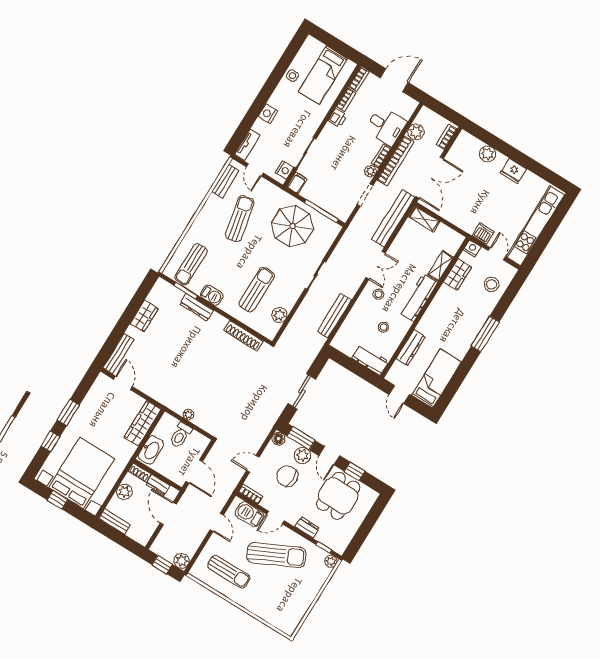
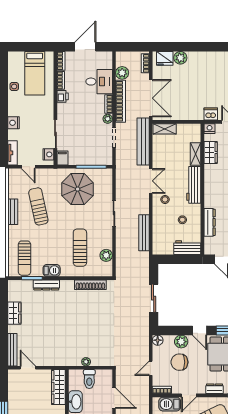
fridge: (513, 171) -> (165, 58), moved
bench: (225, 181) -> (13, 212), moved
window: (301, 438) -> (173, 330), removed

